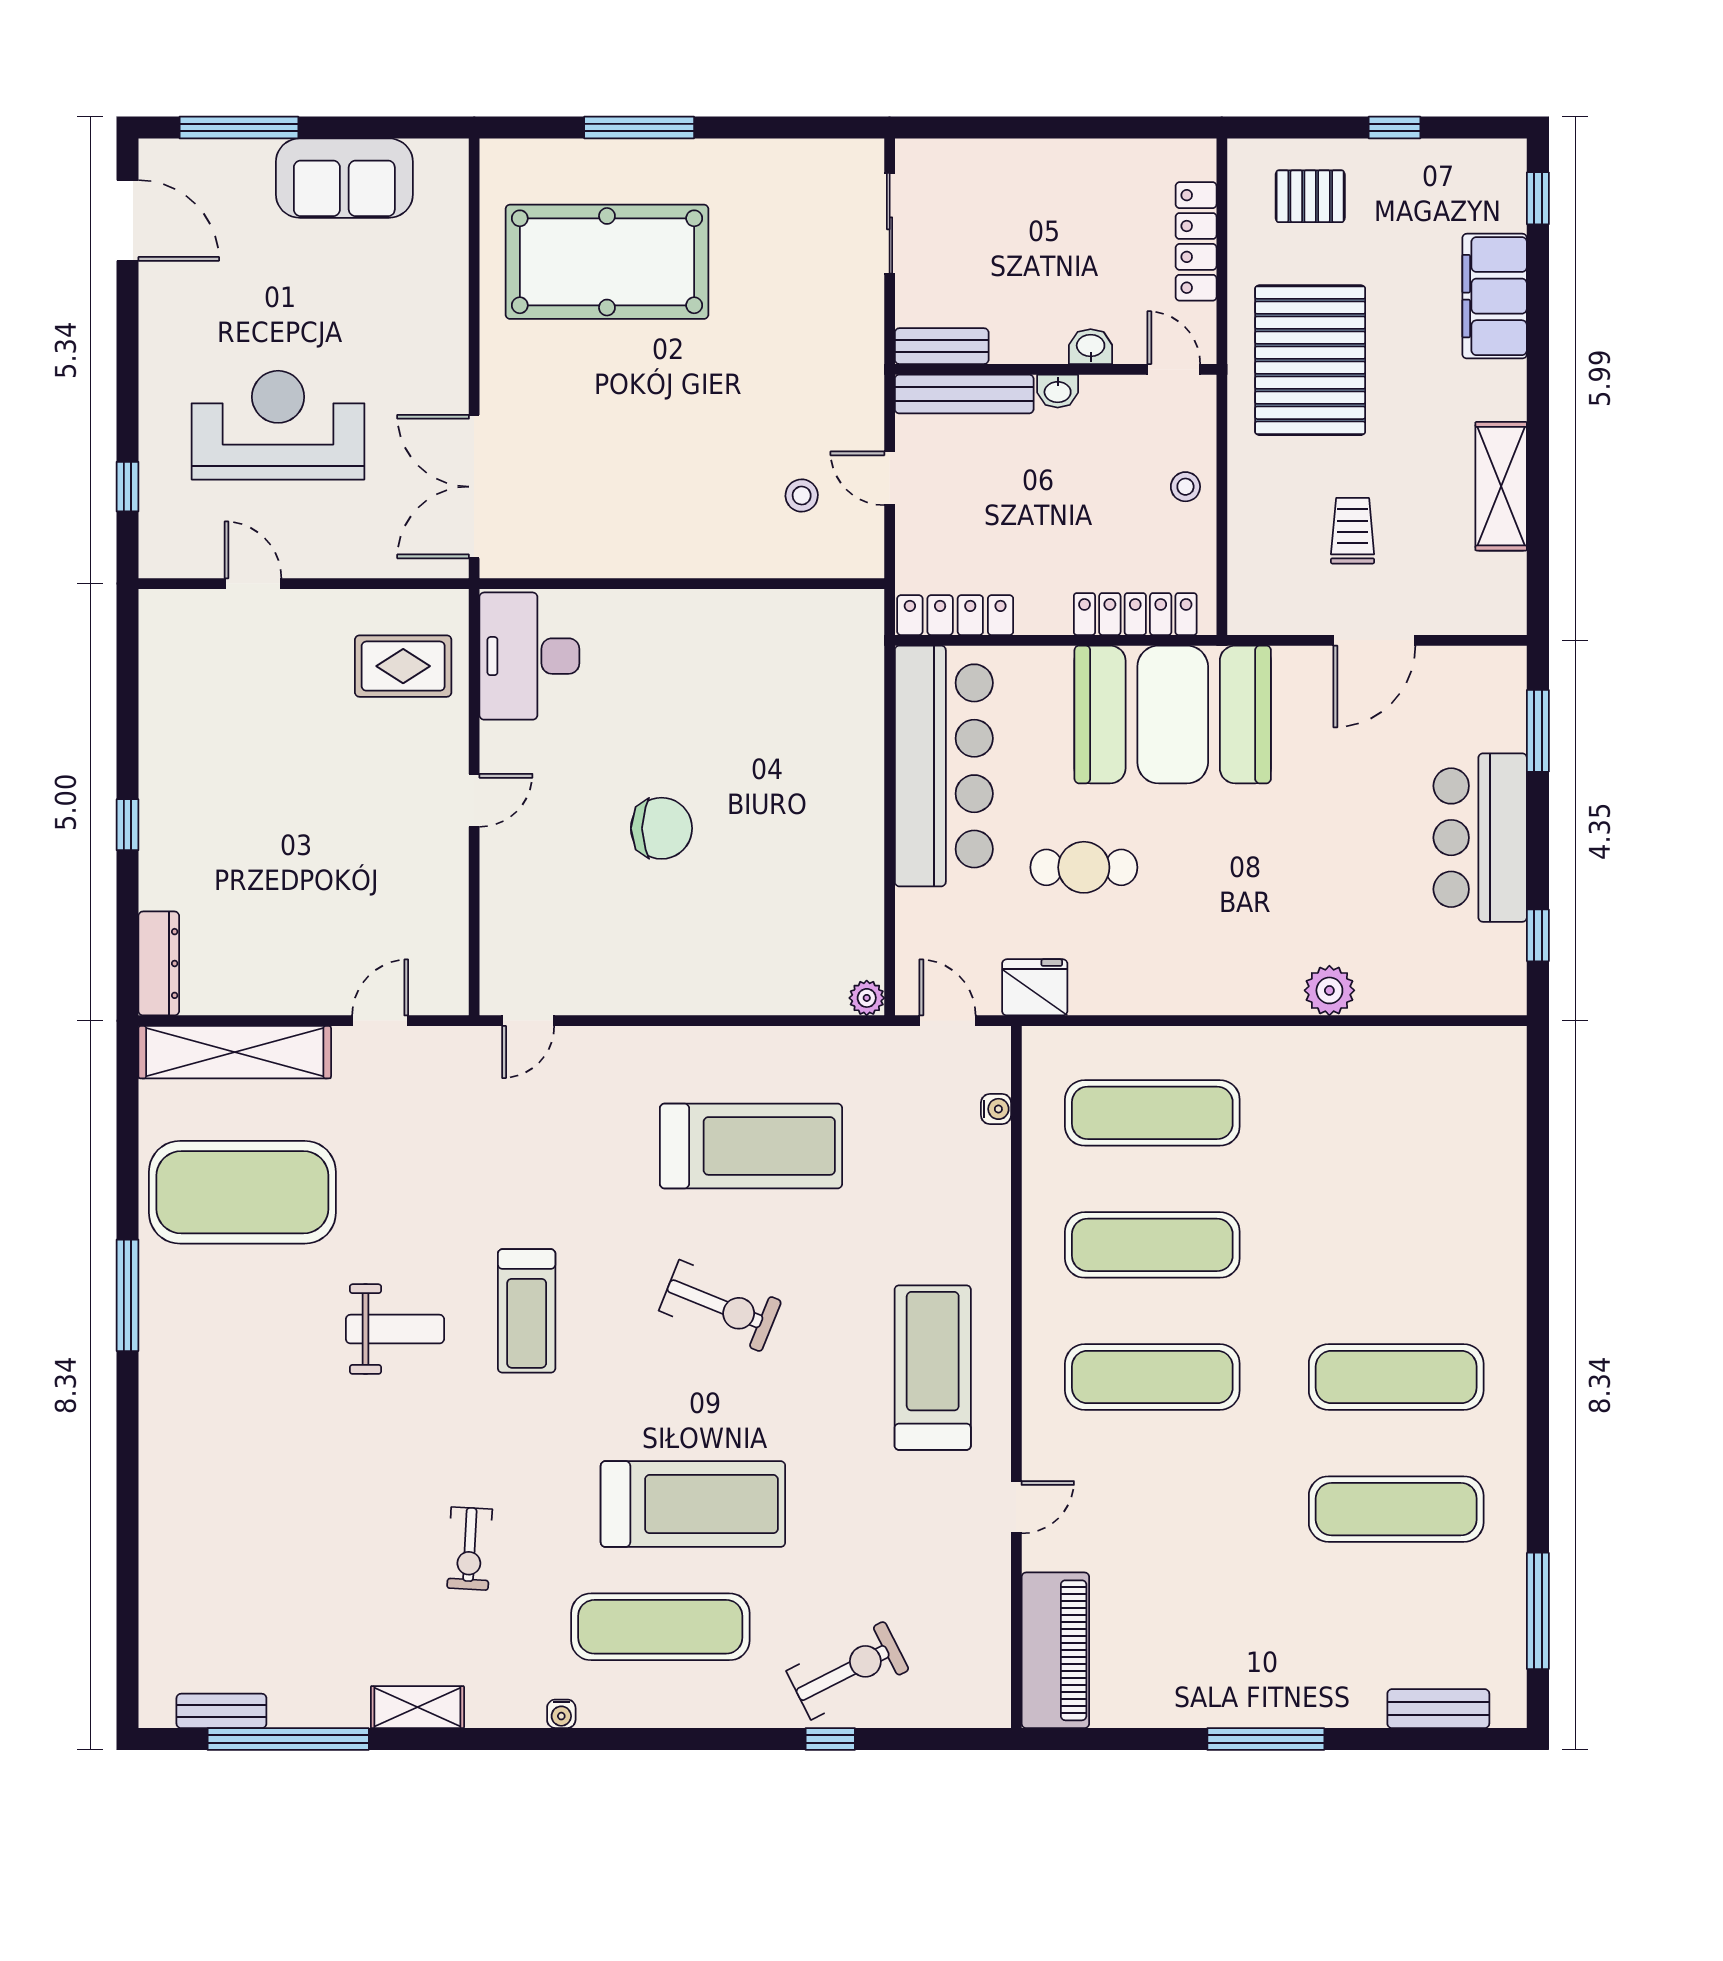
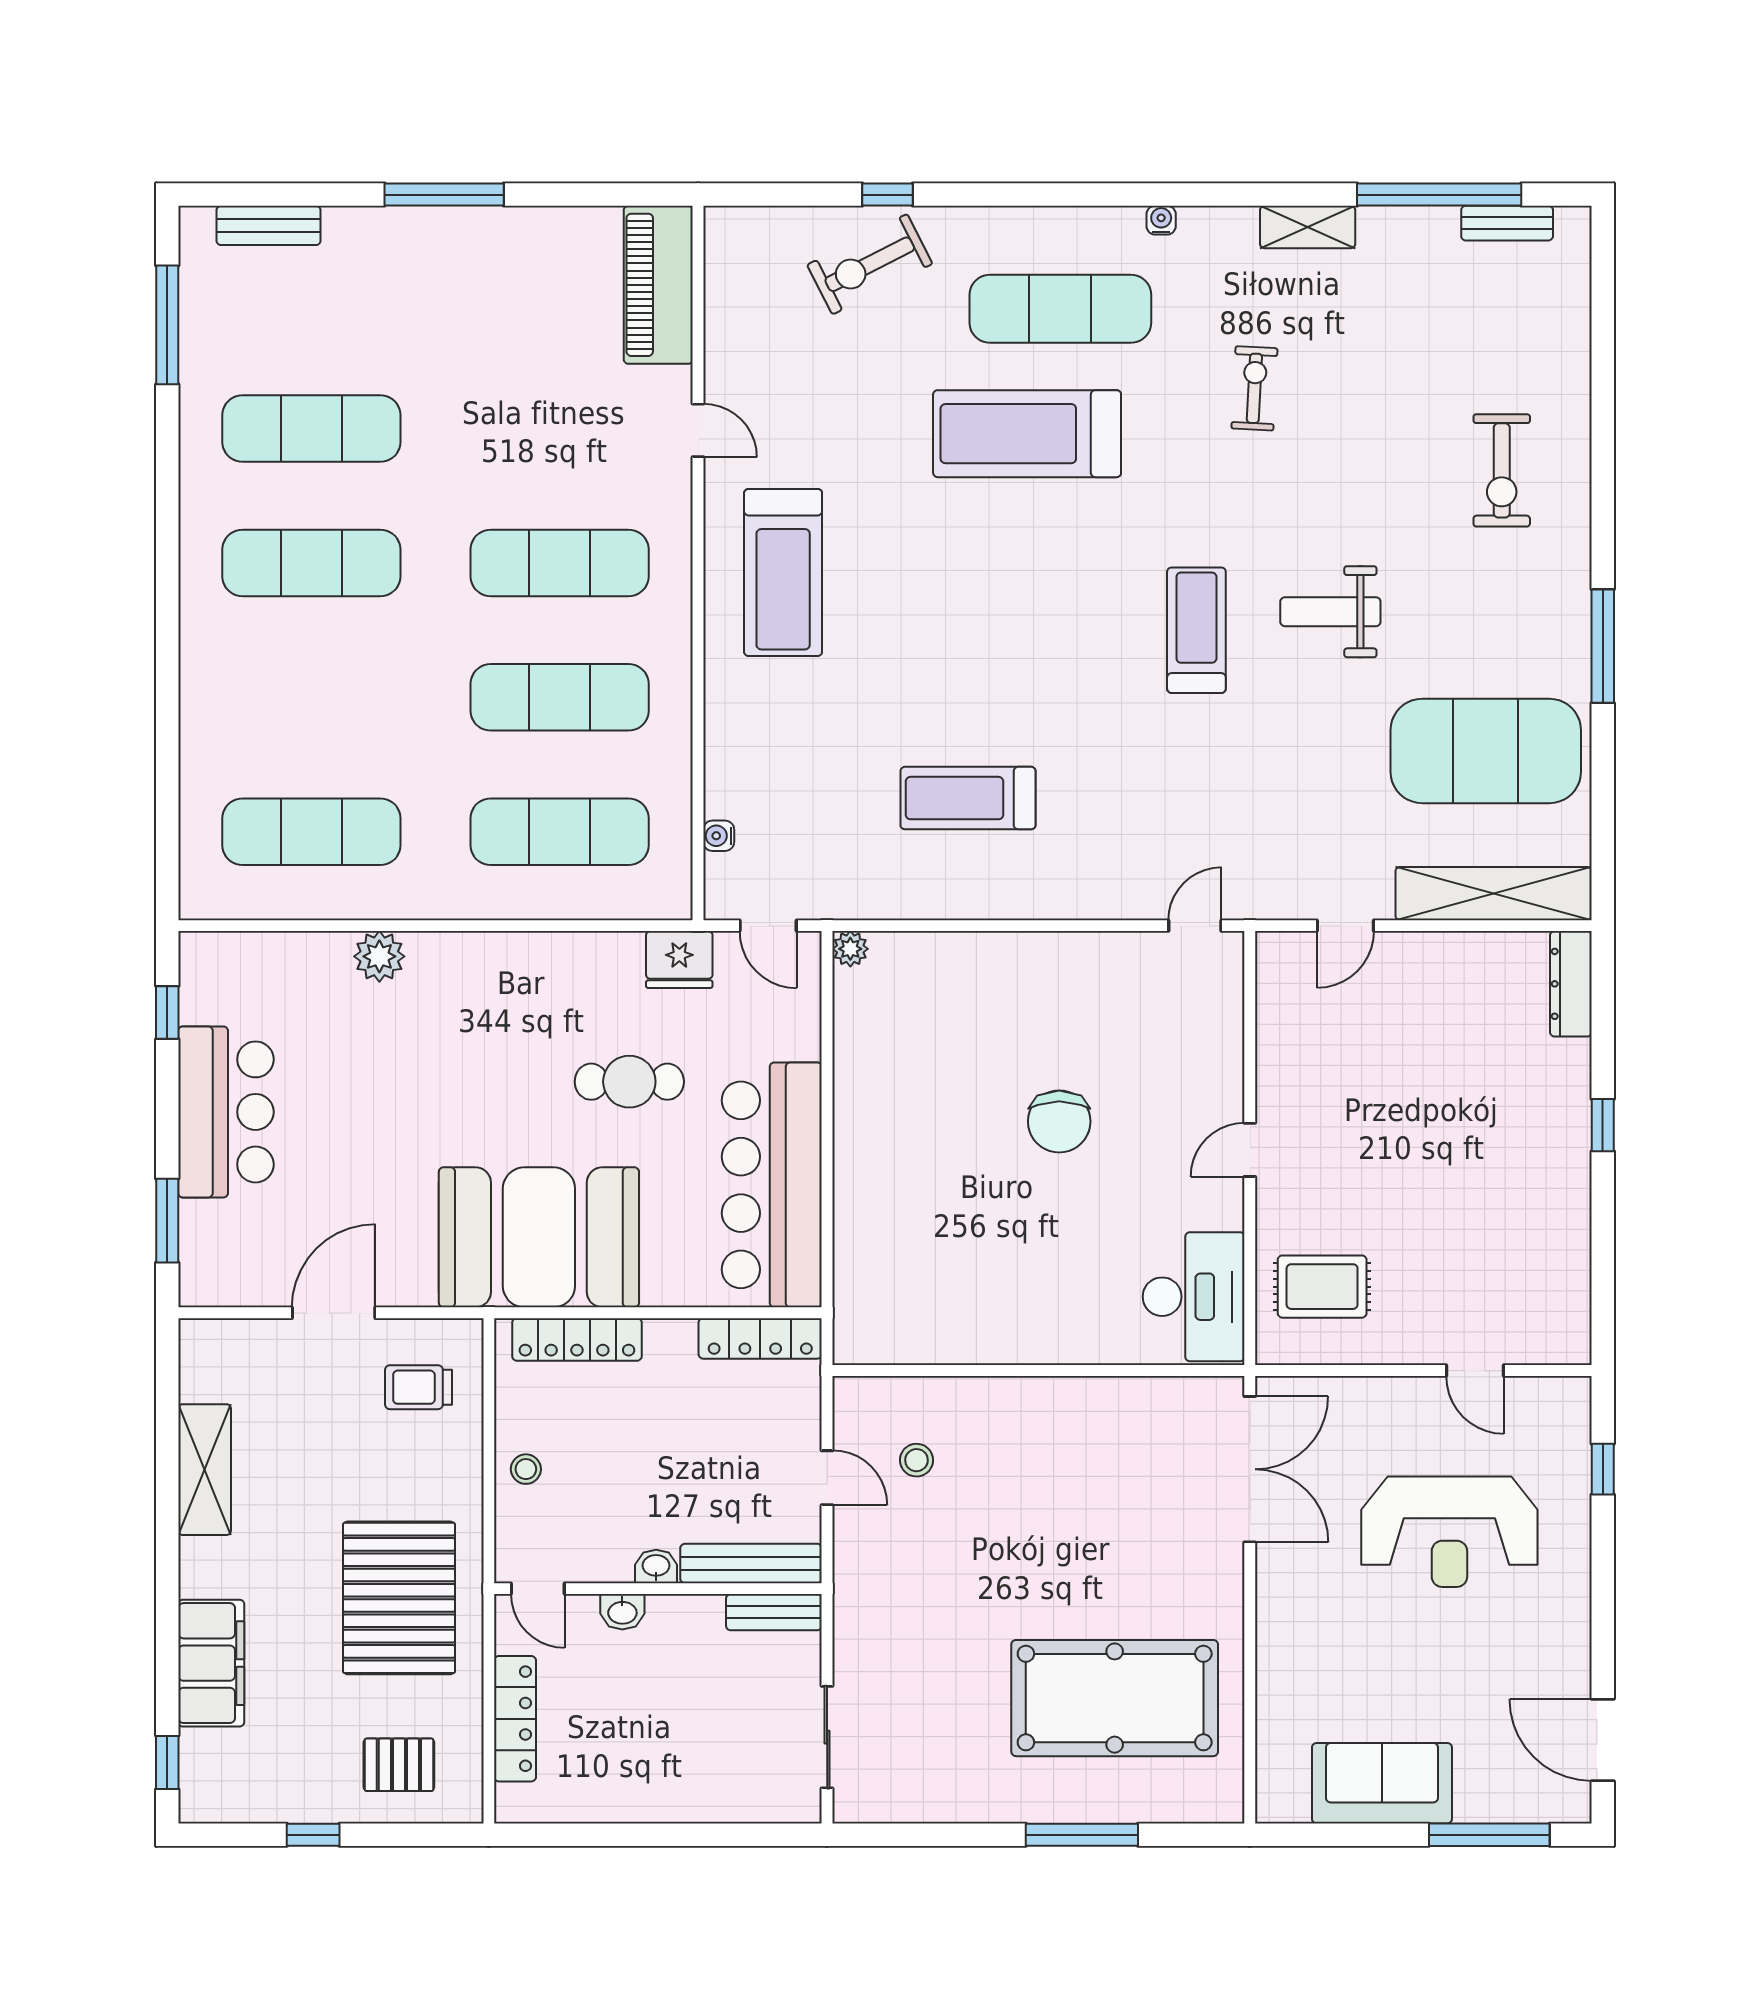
trolley: (1353, 531) -> (419, 1387), moved, turned 90
chair: (661, 828) -> (1059, 1121), turned -90
exercise mat: (1396, 1113) -> (311, 832), added
treadmill: (751, 1146) -> (968, 798), width x0.73, depth x0.73
exercise bike: (720, 1306) -> (1502, 470), moved, turned -112
door: (1016, 1507) -> (698, 430), swing flipped

